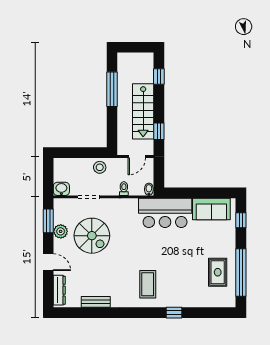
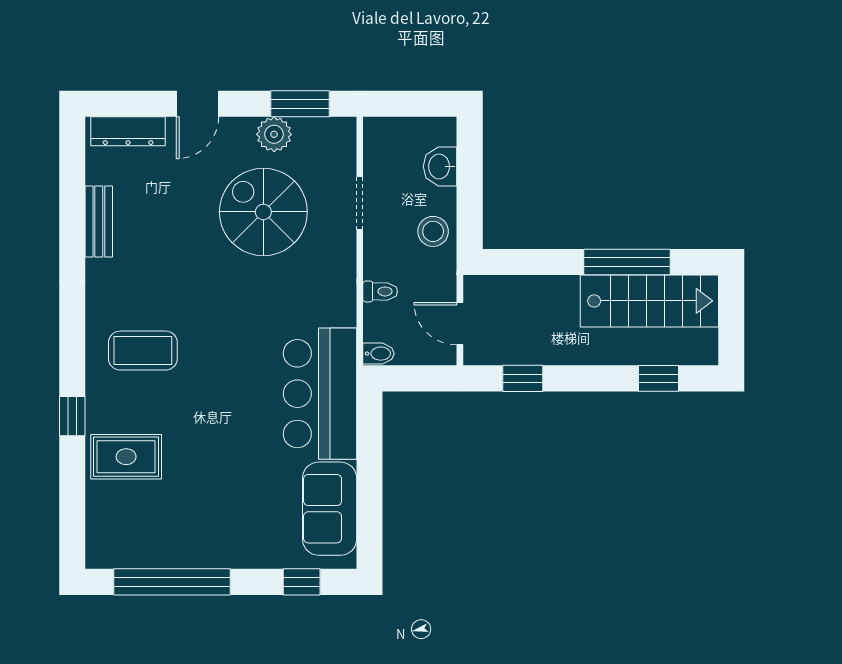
stairs: (143, 111) -> (649, 301), moved, turned 180
washbasin: (61, 189) -> (440, 166), moved, turned 180
spiral stairs: (92, 236) -> (263, 212), turned 90
rug: (218, 272) -> (126, 457), moved

